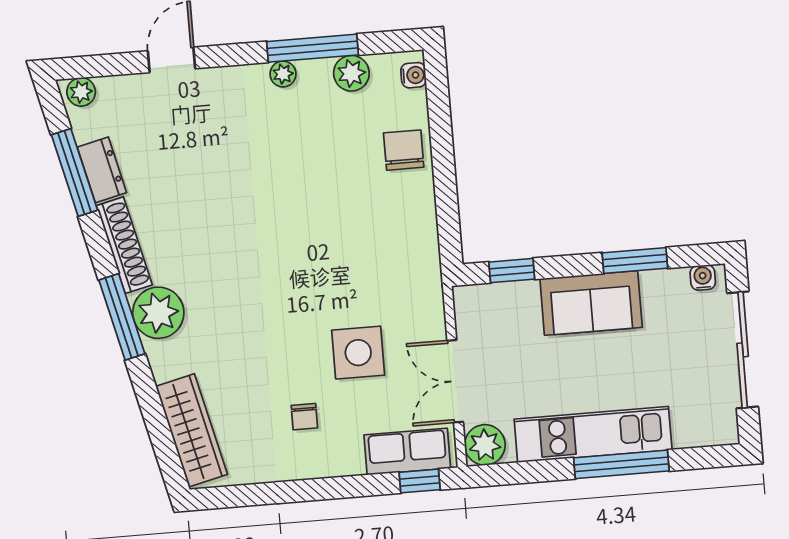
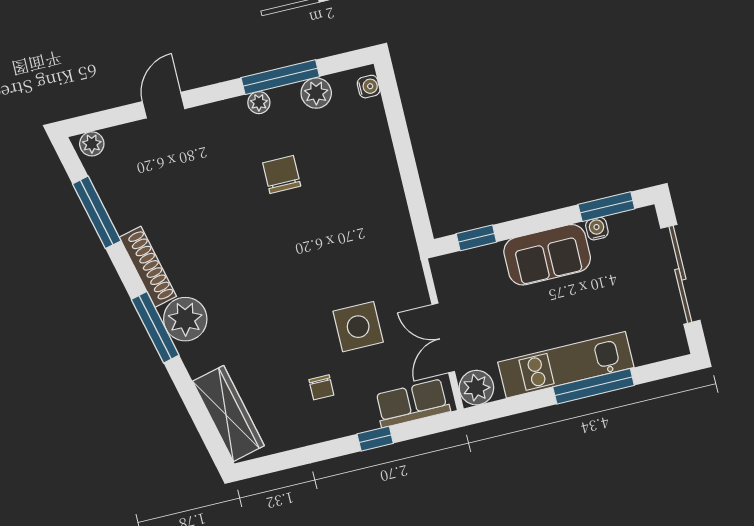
chair: (404, 150) -> (282, 175), moved
dresser: (102, 170) -> (119, 207), removed
window: (635, 260) -> (606, 207), moved
water cooler: (703, 278) -> (597, 229), moved
window: (420, 481) -> (375, 439), moved

